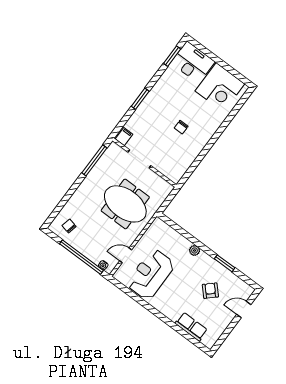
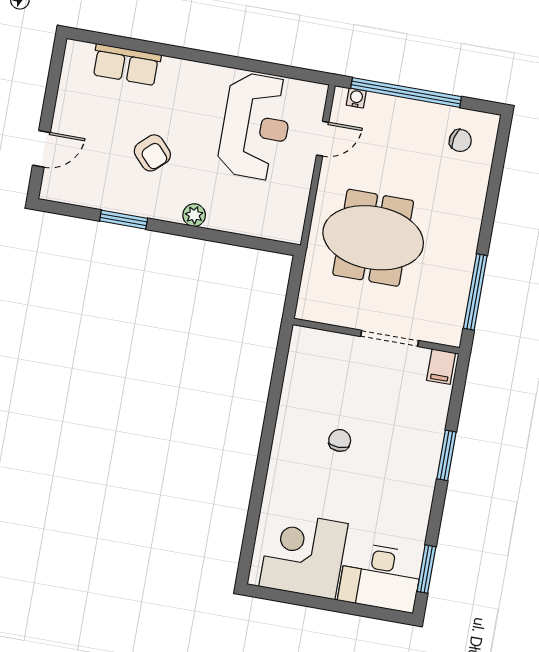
armchair: (210, 291) -> (152, 153), moved

